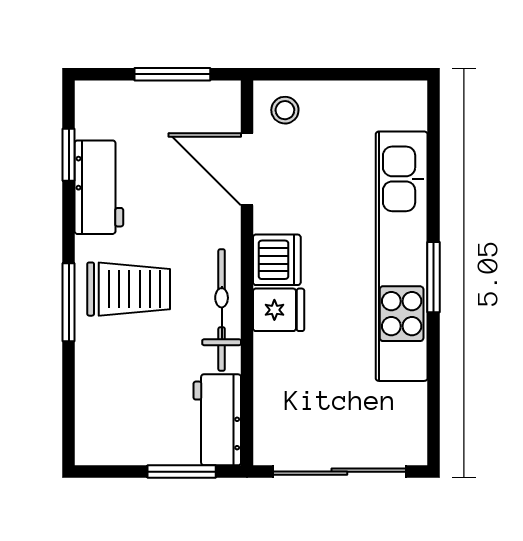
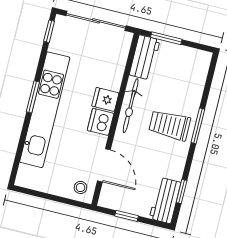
window: (172, 74) -> (127, 216), width x0.67
workbench: (99, 187) -> (165, 200), moved
window: (433, 425) -> (49, 31), added

